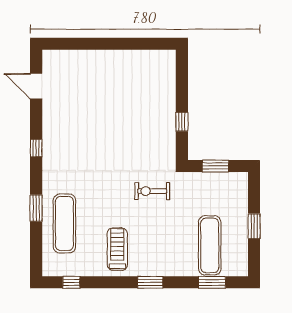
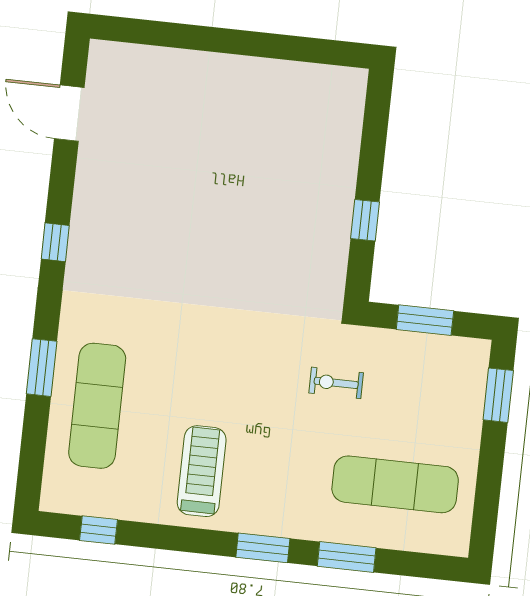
exercise bike: (152, 191) -> (336, 383), moved, width x0.73, depth x0.72
window: (254, 226) -> (498, 395), moved
exercise mat: (210, 245) -> (395, 484), turned 90
window: (212, 282) -> (347, 557), moved

